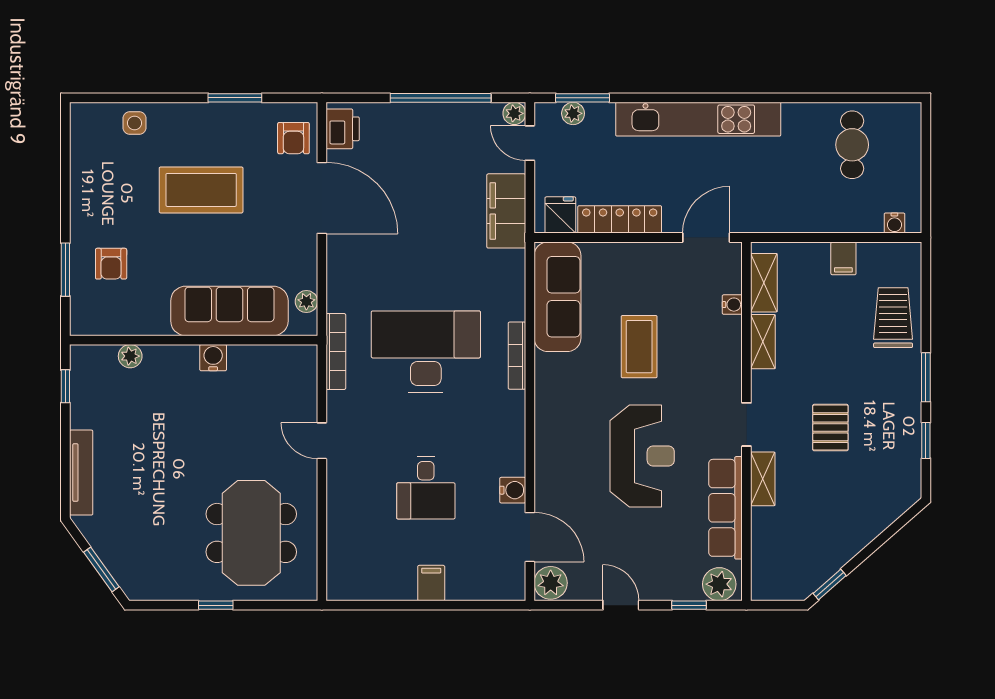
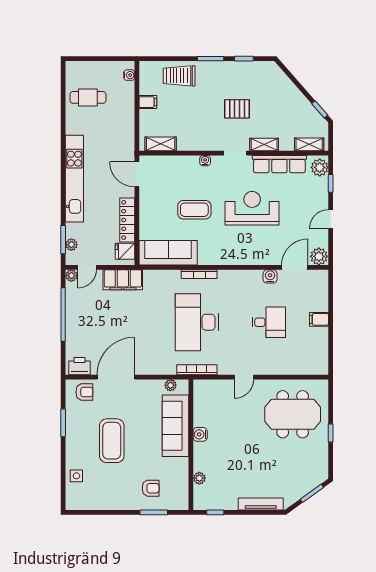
water cooler: (732, 305) -> (205, 161), moved
shelving: (763, 342) -> (309, 144), moved

